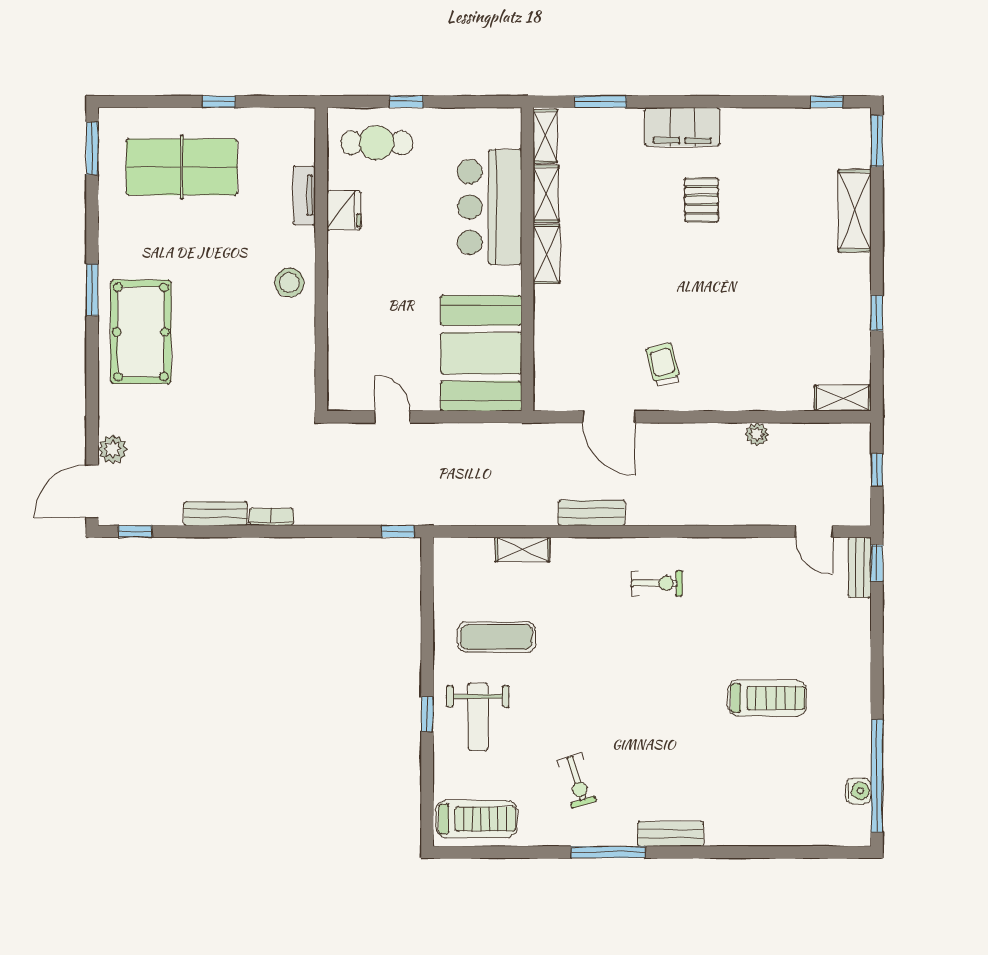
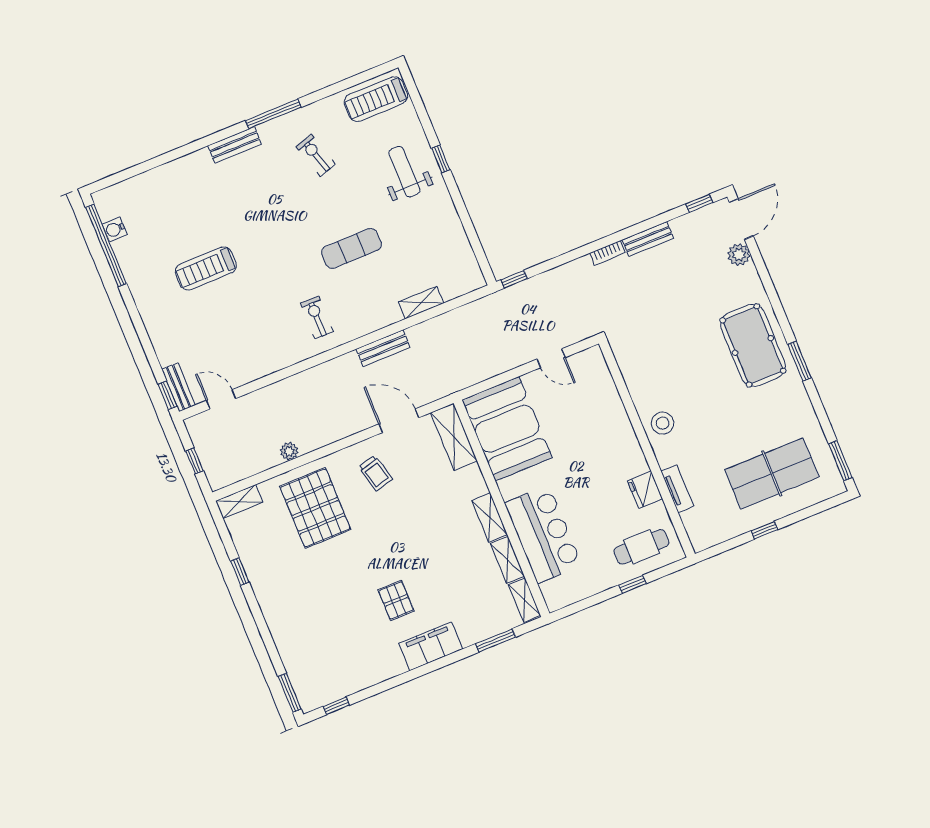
shelving: (855, 211) -> (454, 437), moved
pallet: (754, 353) -> (315, 508), added
exercise bike: (657, 583) -> (317, 317), turned 90
exercise mat: (497, 637) -> (351, 248), moved

